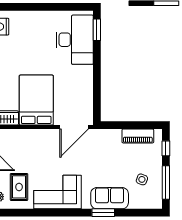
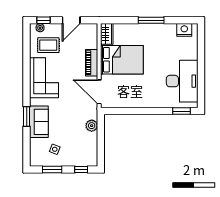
desk: (75, 40) -> (182, 81), moved, turned -90
plant: (114, 136) -> (92, 126), added
piano: (138, 136) -> (92, 63), moved
window: (166, 183) -> (52, 170), width x0.69

